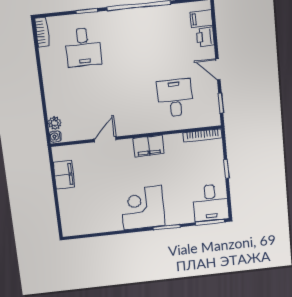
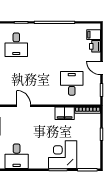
door: (105, 139) -> (24, 106), hinge flipped
filing cabinet: (149, 146) -> (65, 113), moved
desk: (210, 203) -> (17, 156), moved
corner desk: (143, 208) -> (63, 155), moved

